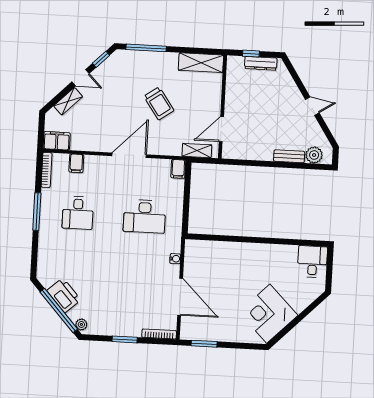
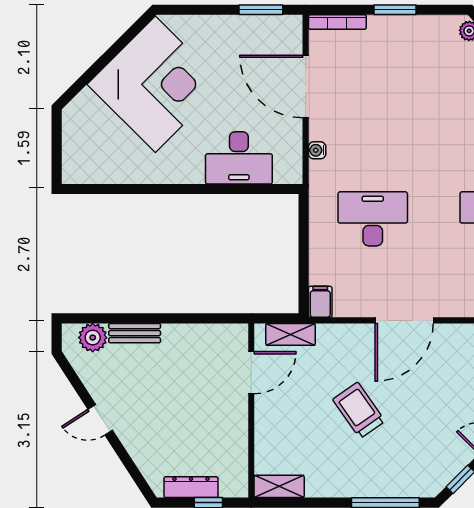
shelving: (201, 63) -> (279, 486), width x0.67, depth x0.75
desk: (312, 262) -> (239, 158), moved, width x1.37
corner desk: (268, 314) -> (155, 84), width x1.36, depth x1.36

